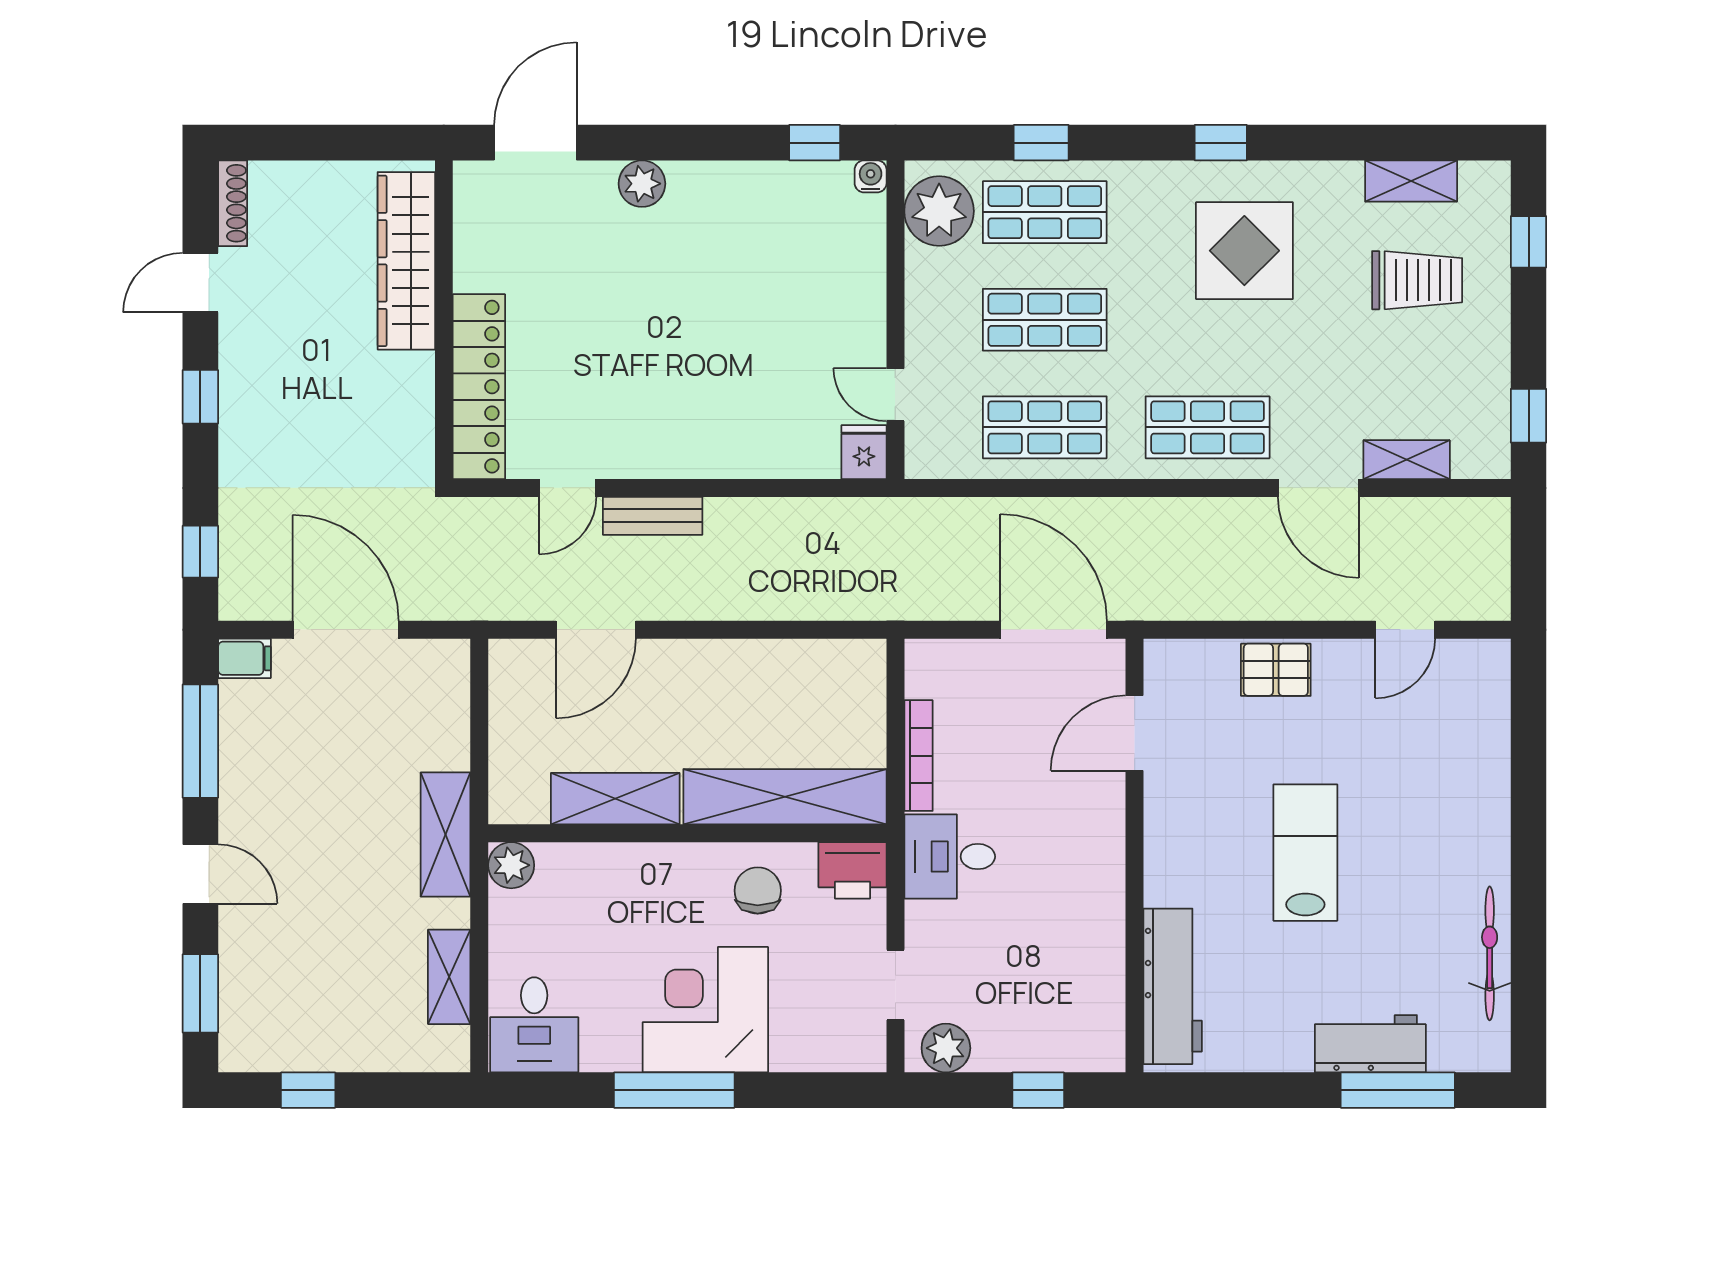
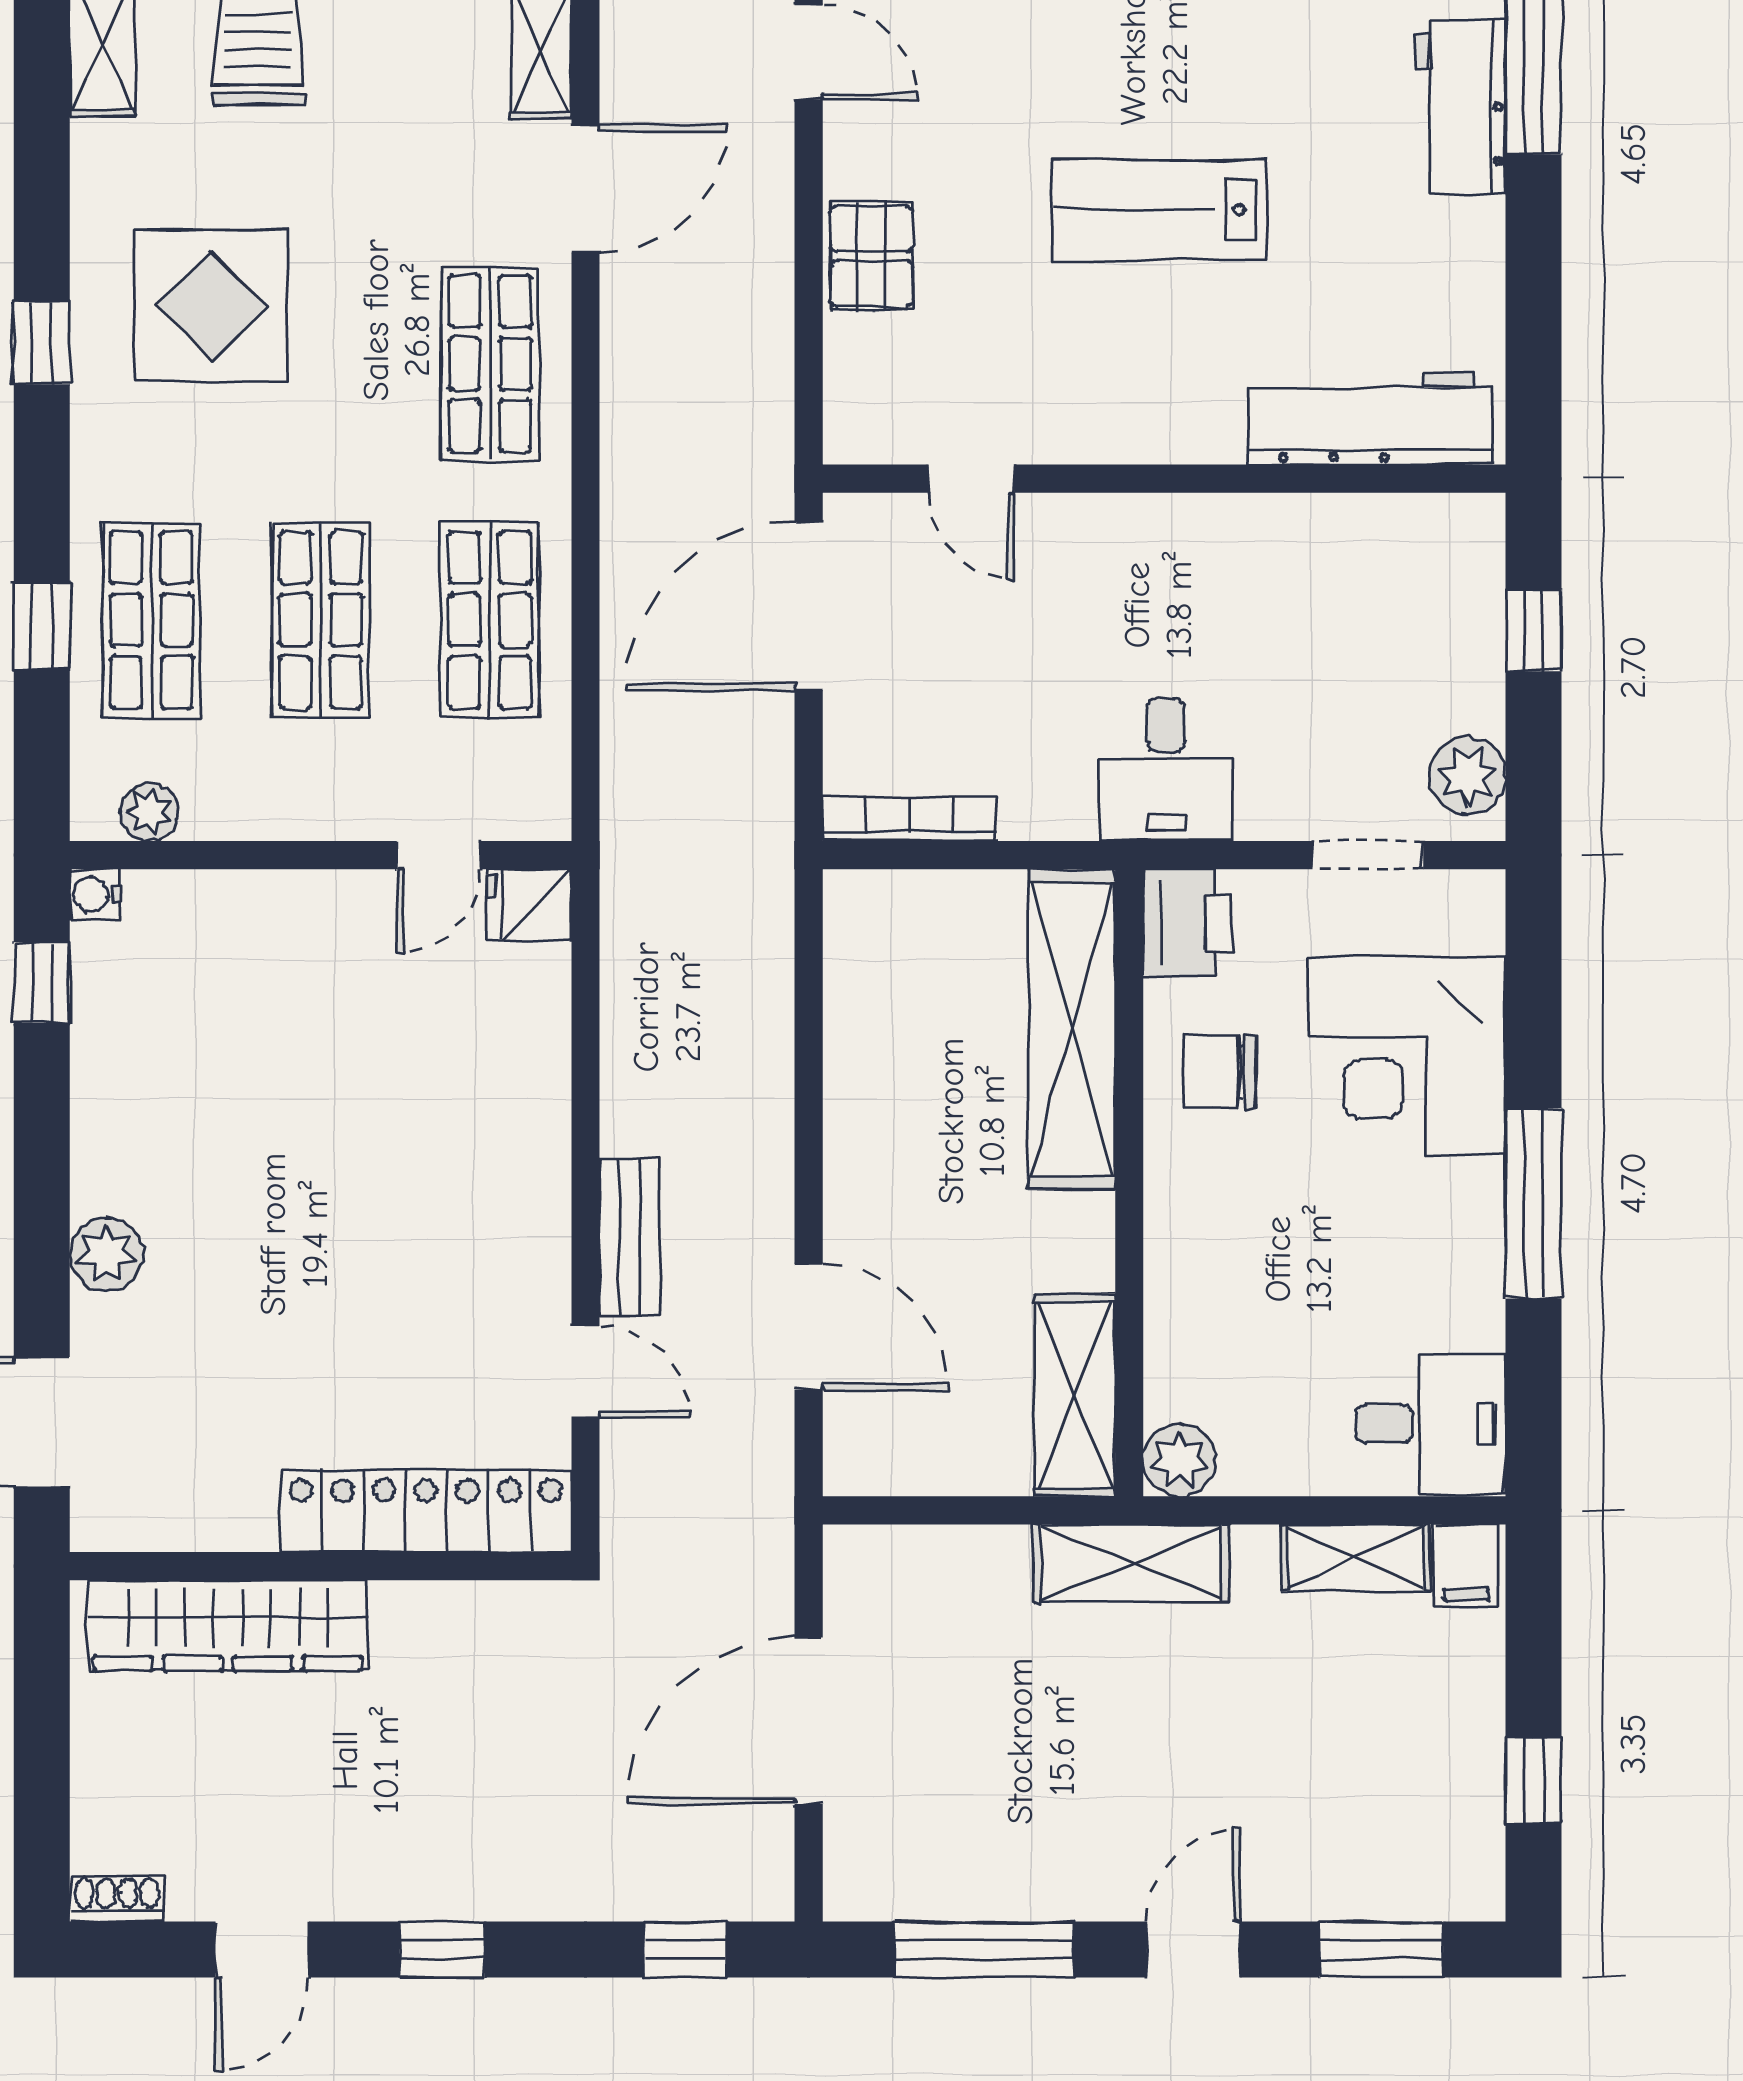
shoe rack: (233, 203) -> (117, 1899), width x0.70
plant: (939, 211) -> (149, 812), width x0.53, depth x0.53
door: (200, 283) -> (262, 1950), hinge flipped
filing cabinet: (244, 658) -> (1466, 1566), moved, turned 180
door: (1135, 733) -> (971, 479), width x0.73
bookcase: (918, 756) -> (910, 819), moved
shelving: (615, 799) -> (1075, 1395), moved
corner desk: (705, 1010) -> (1407, 1056), moved

